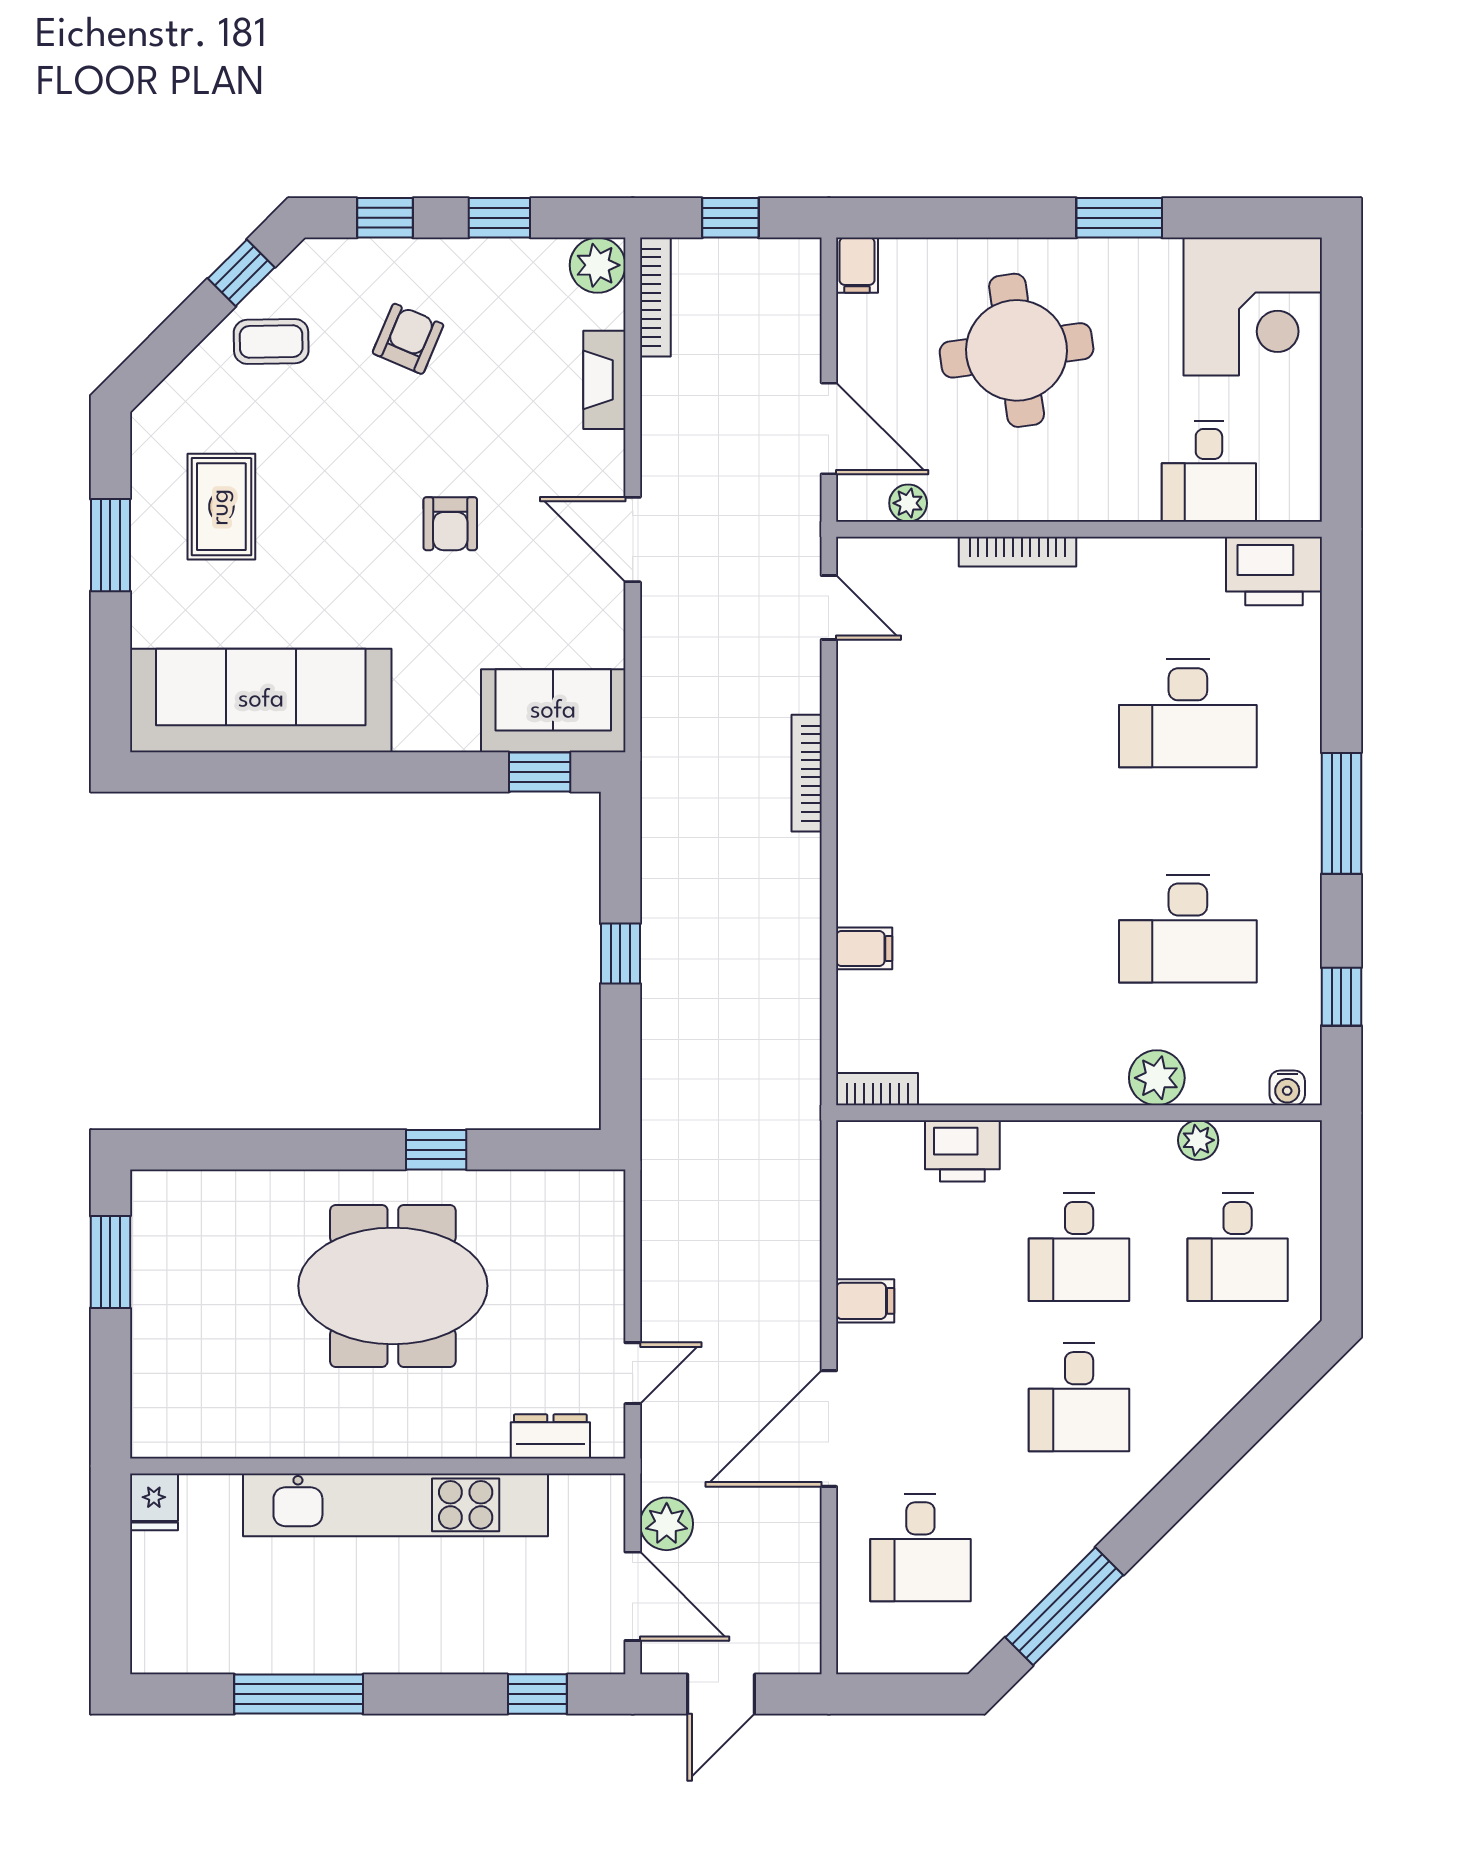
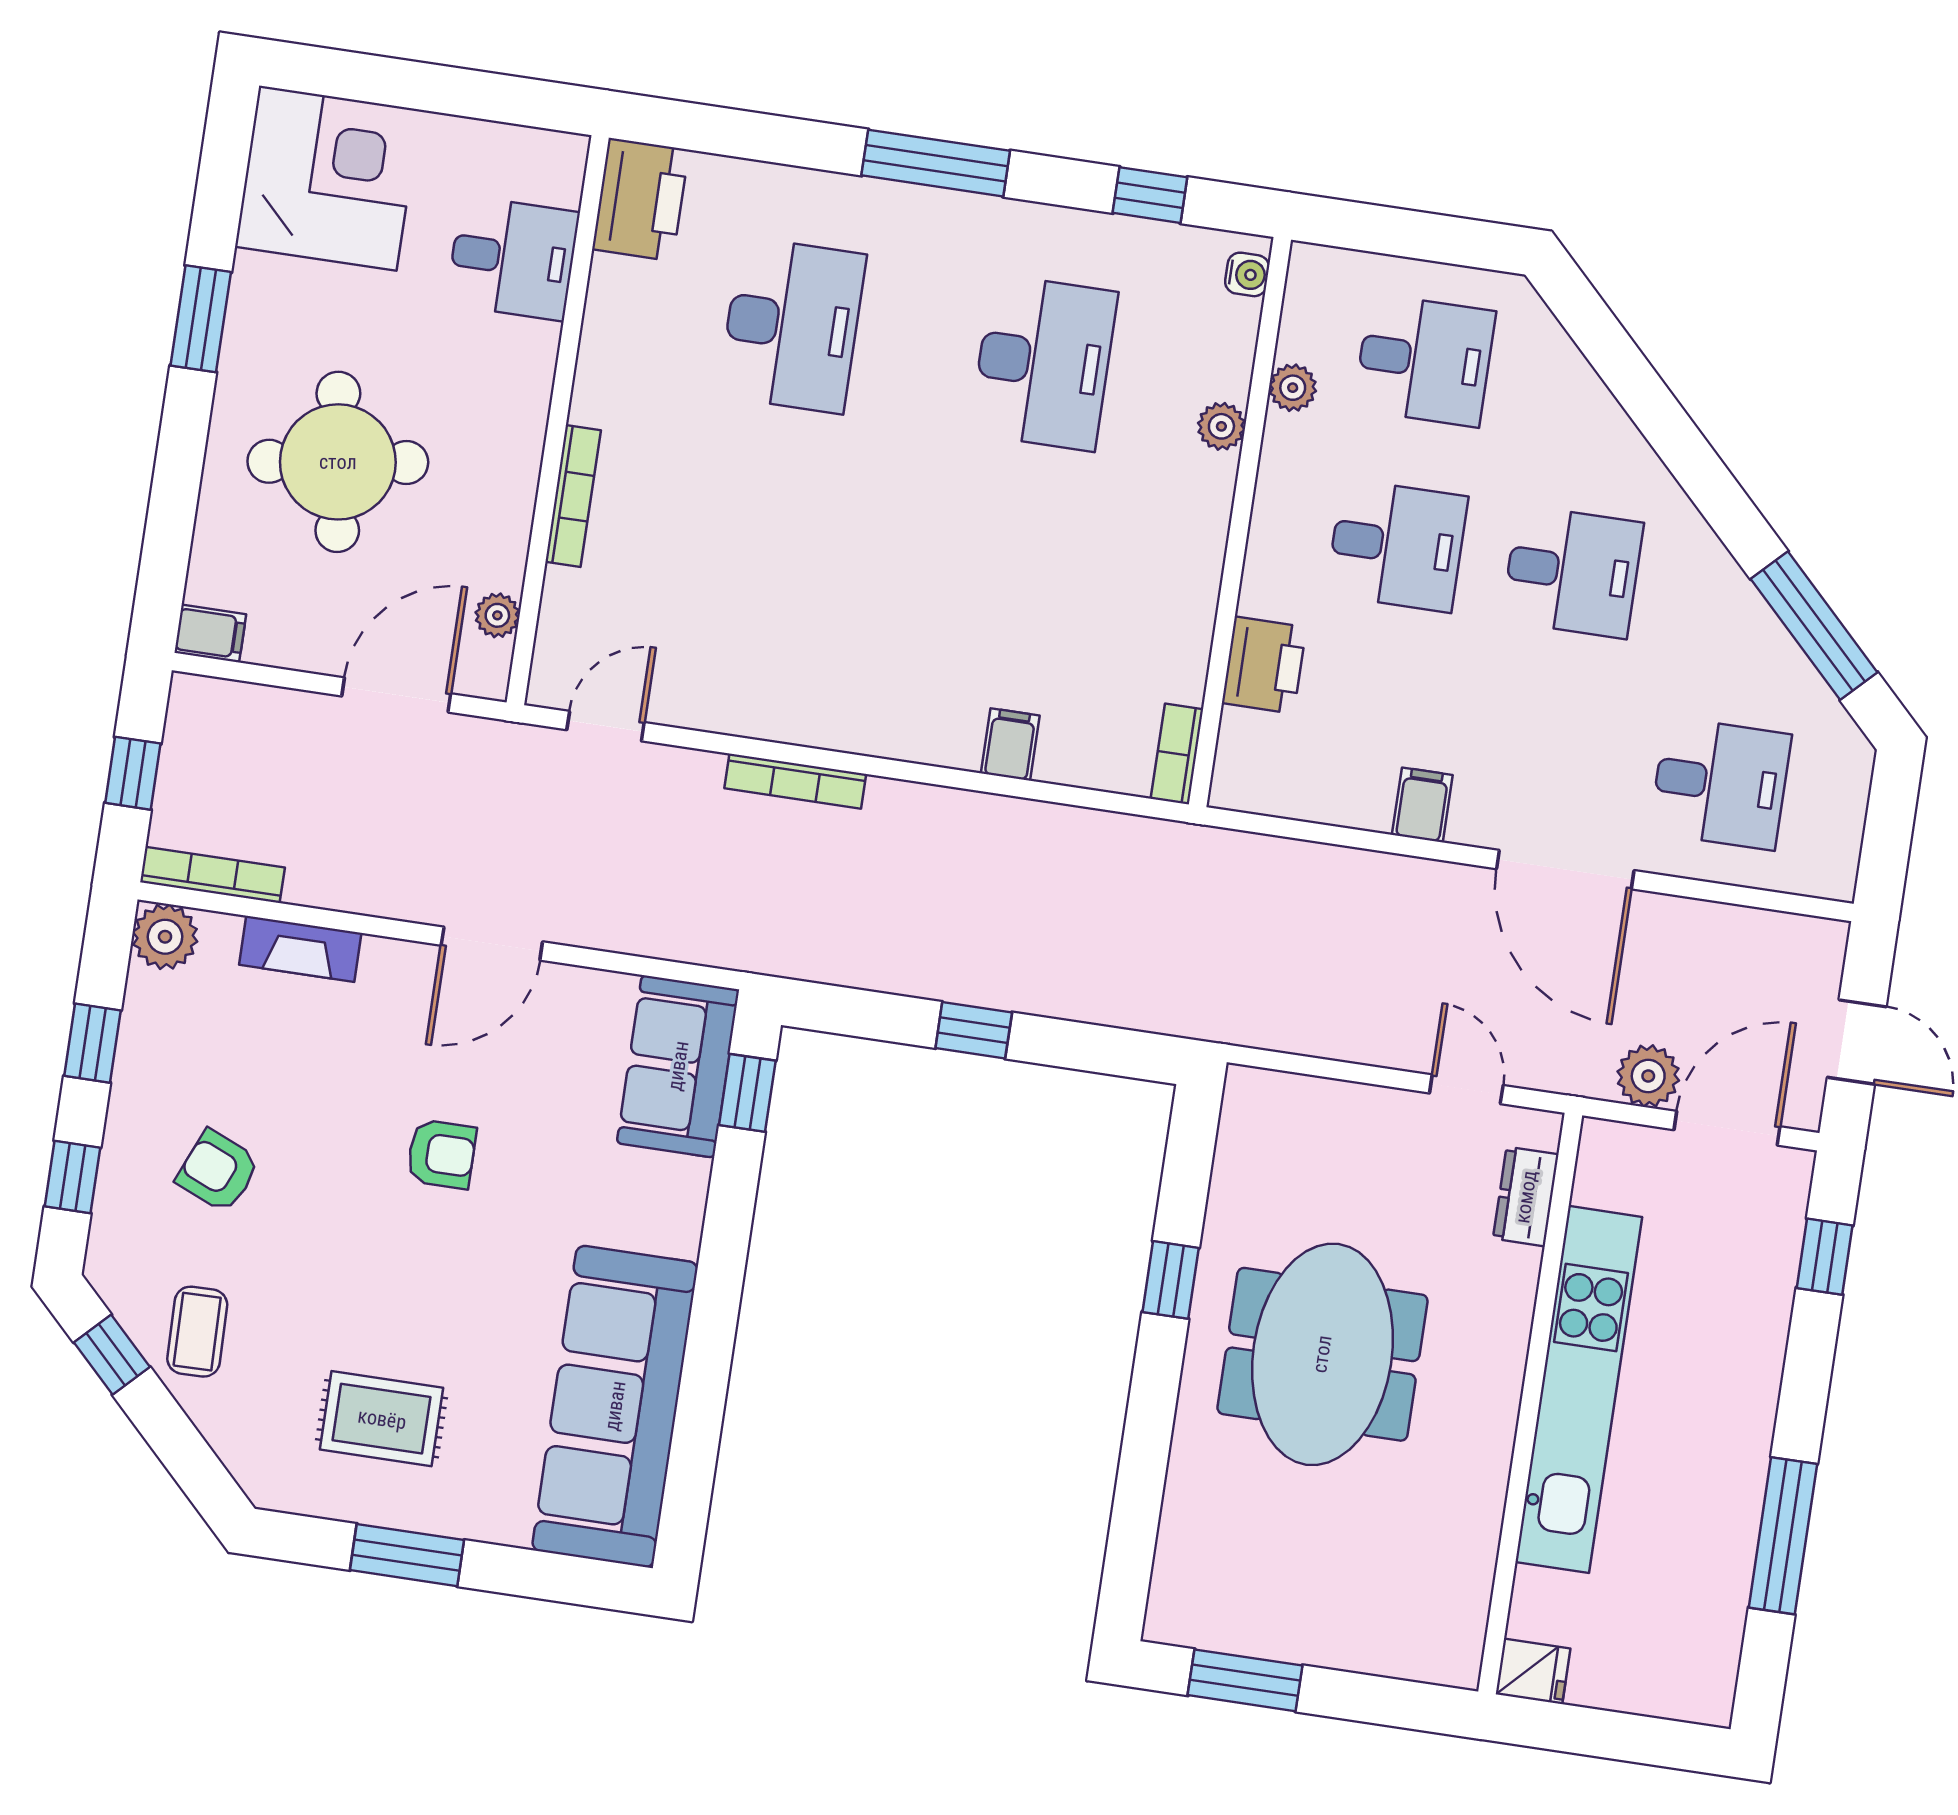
plant: (1157, 1078) -> (1221, 426), width x0.73, depth x0.73

